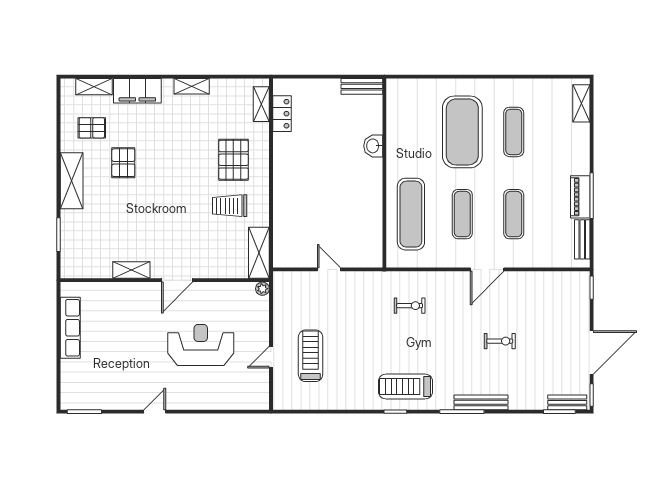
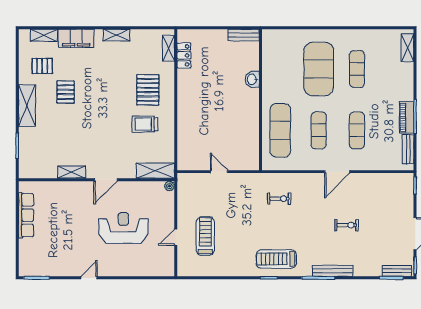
shelving: (259, 253) -> (155, 171), moved, turned 90

